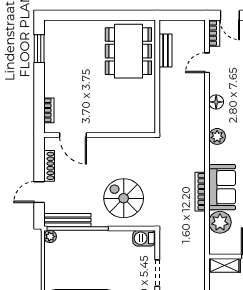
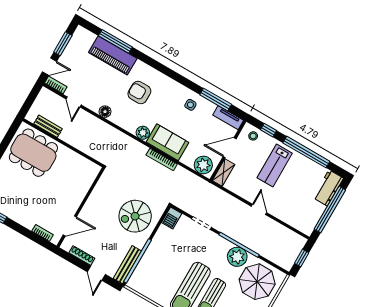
plant: (217, 136) -> (143, 133), moved
plant: (220, 222) -> (203, 165), moved
plant: (50, 237) -> (132, 284), removed

